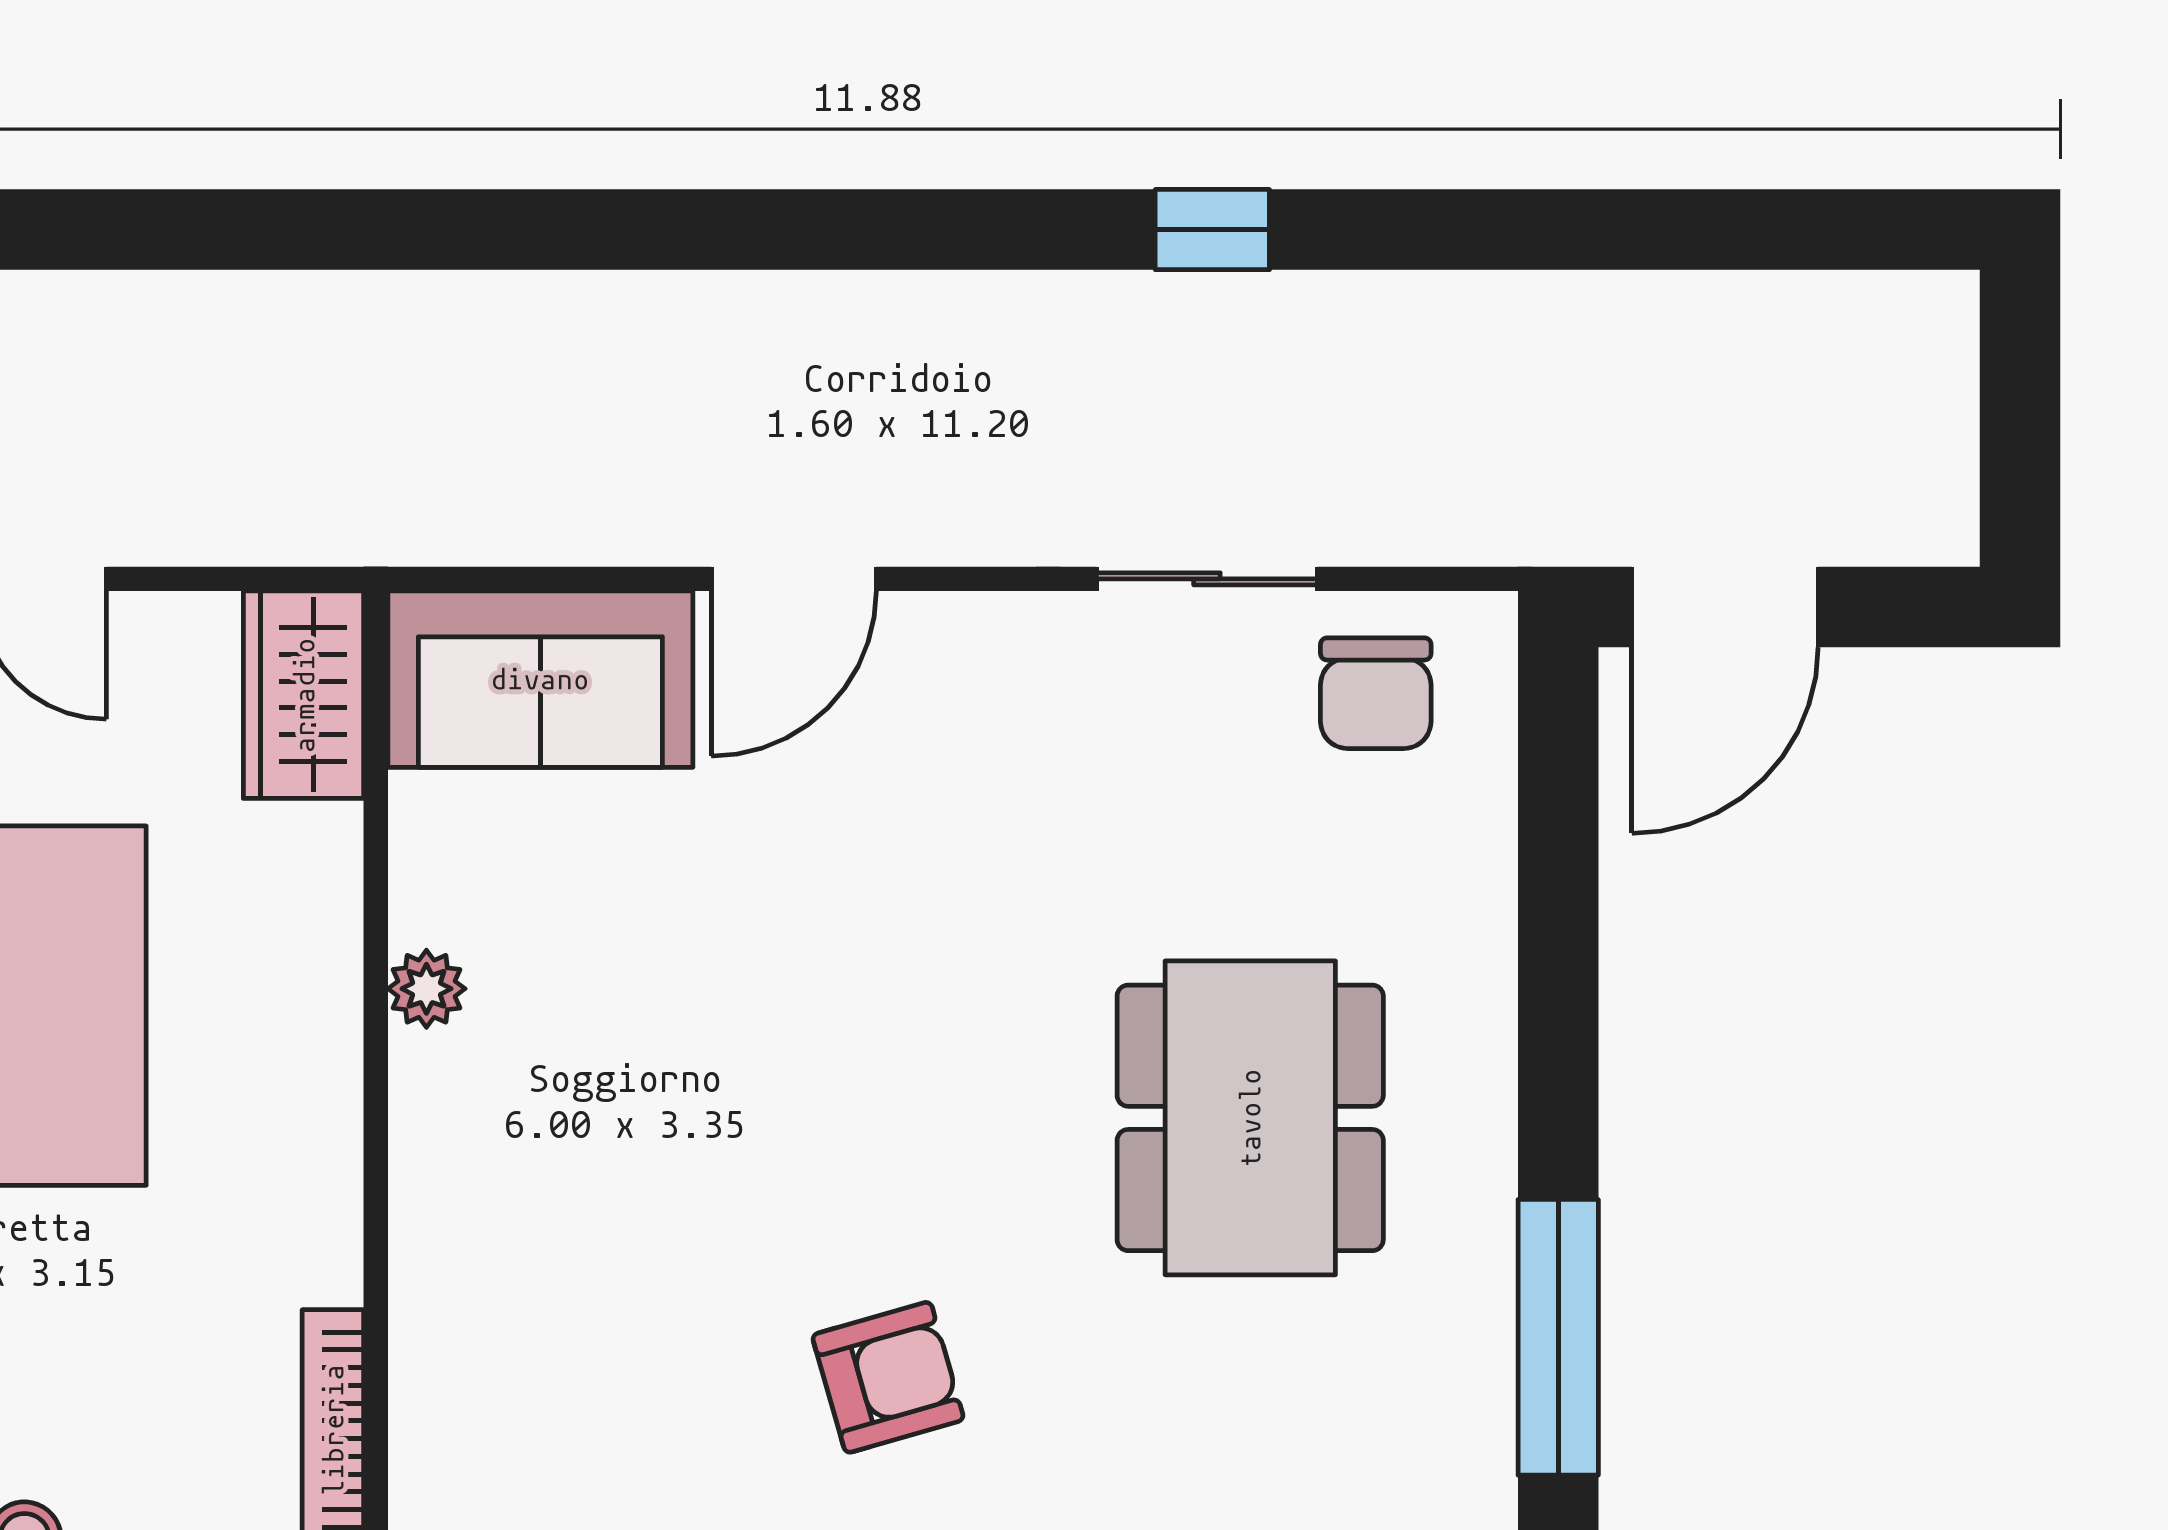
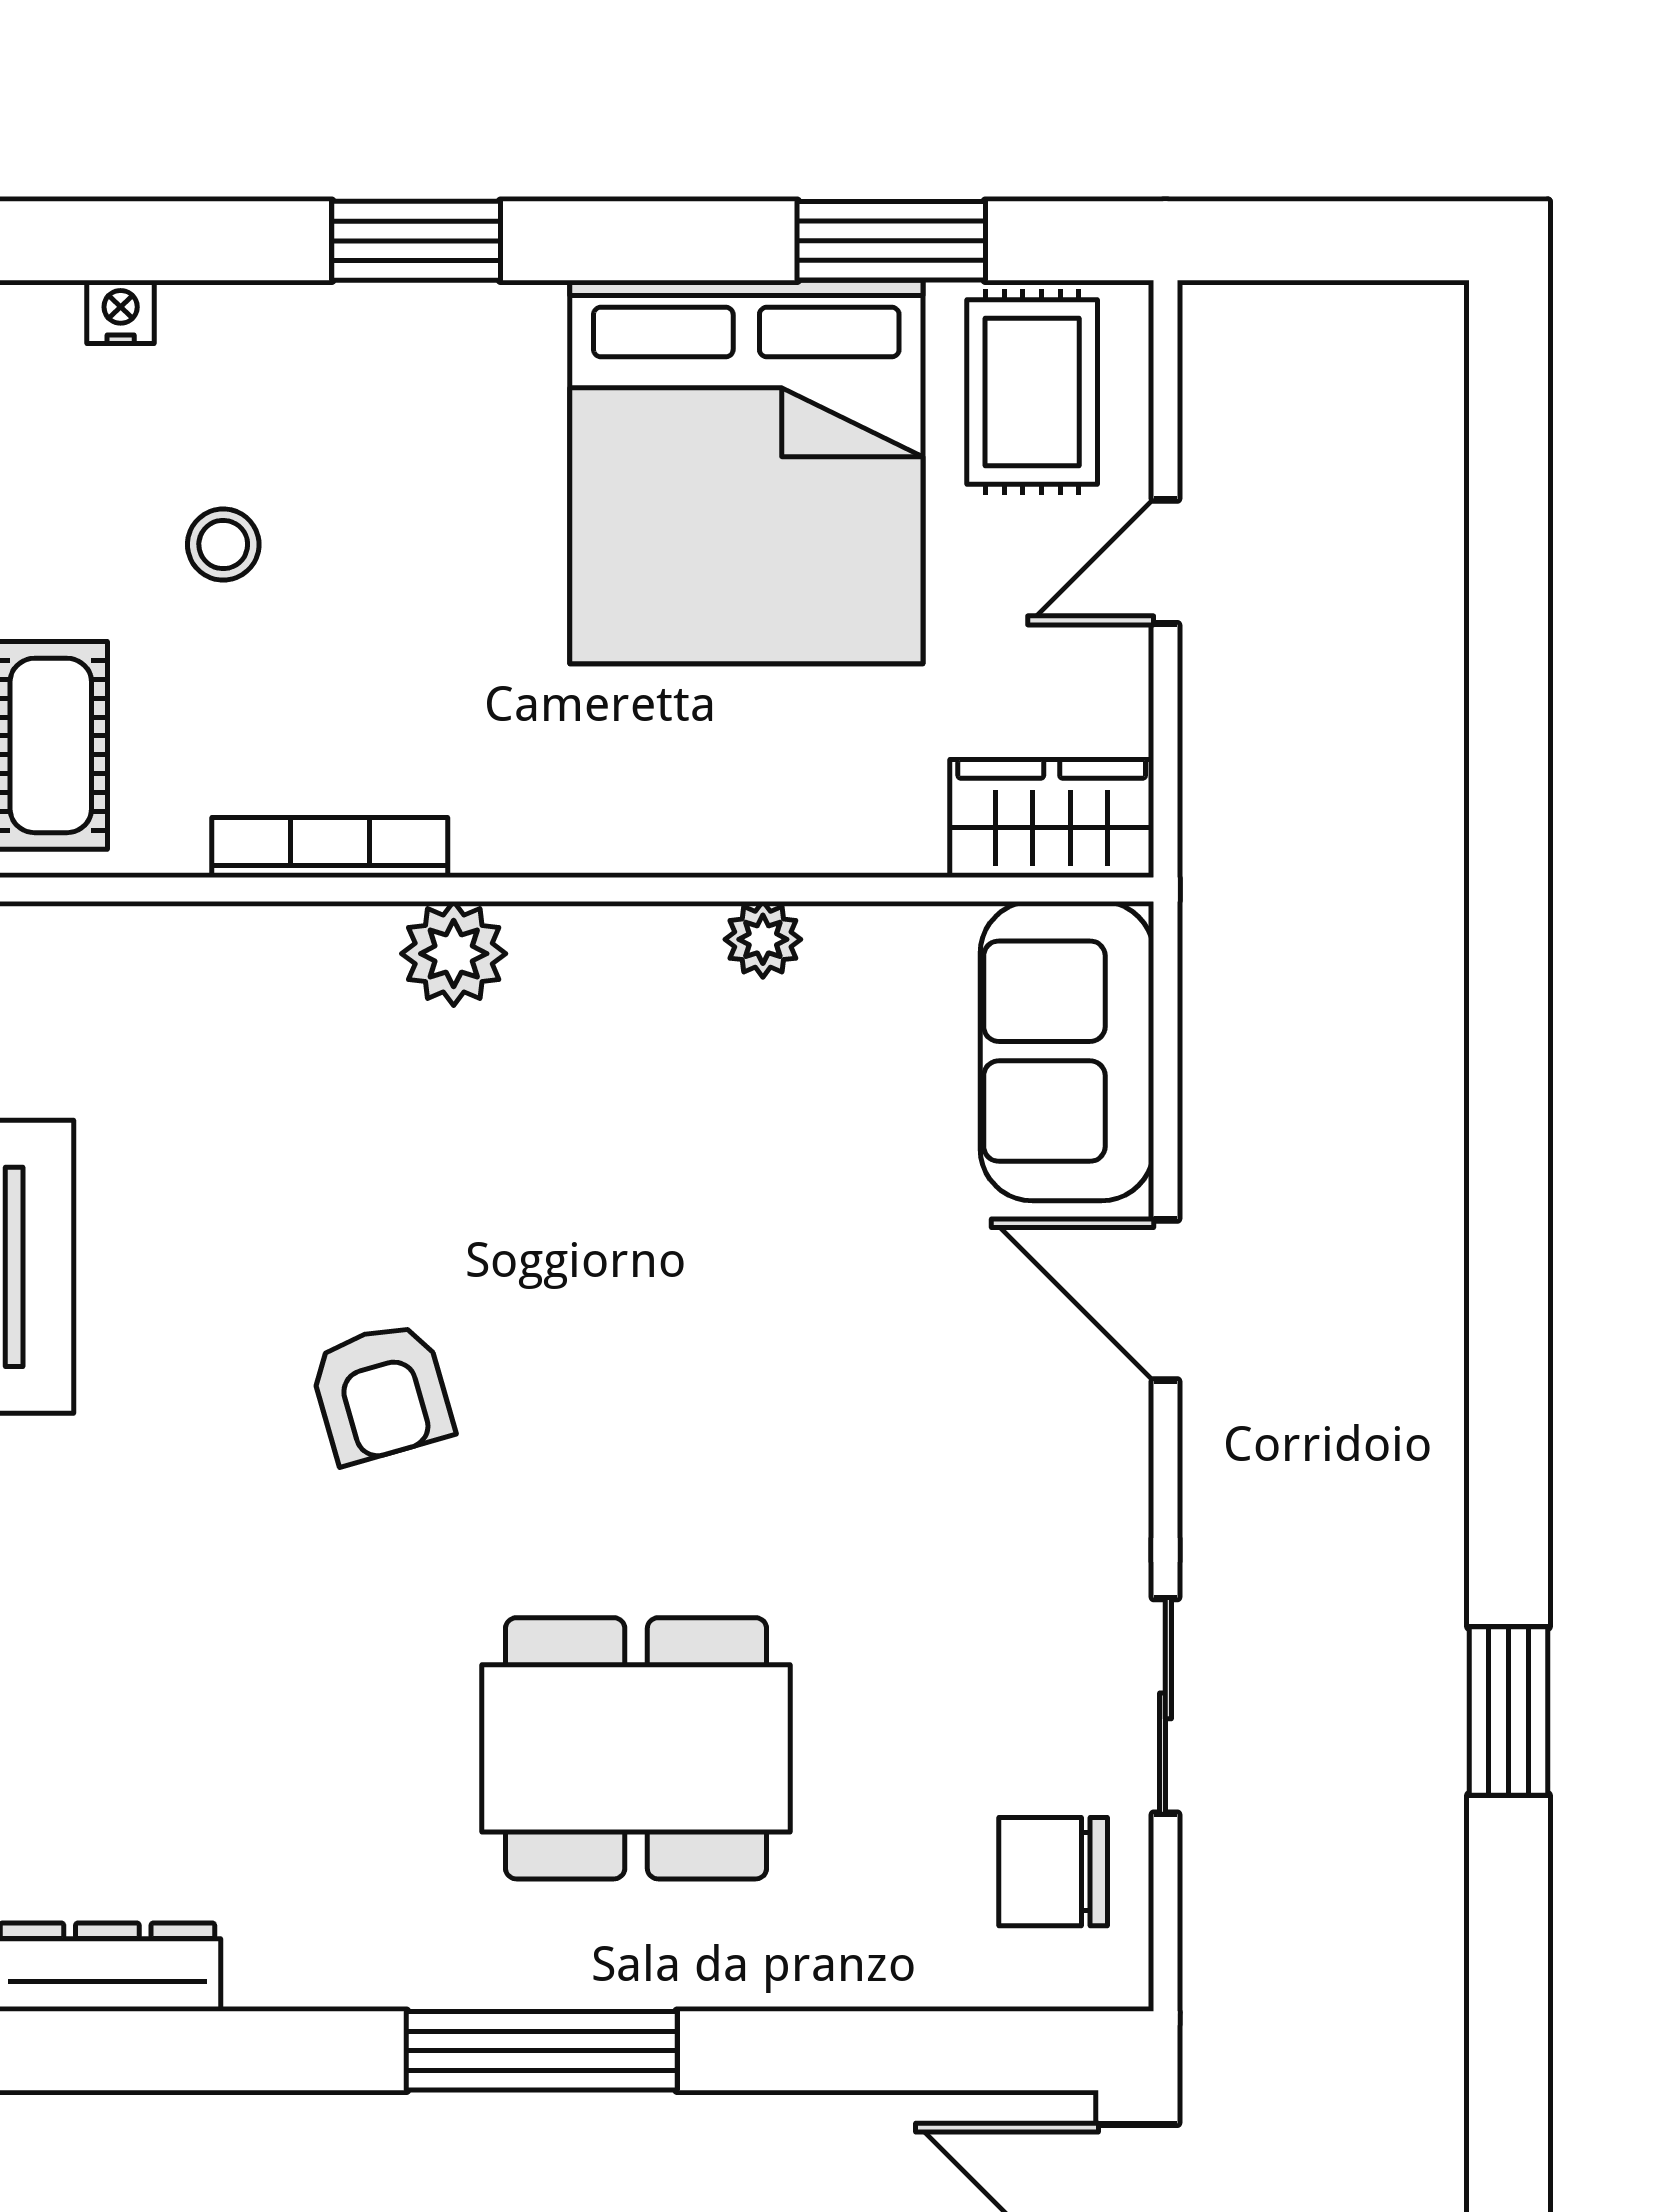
window: (1212, 230) -> (1508, 1711), width x1.50
plant: (441, 1304) -> (454, 954), added
window: (1558, 1337) -> (542, 2051), moved

